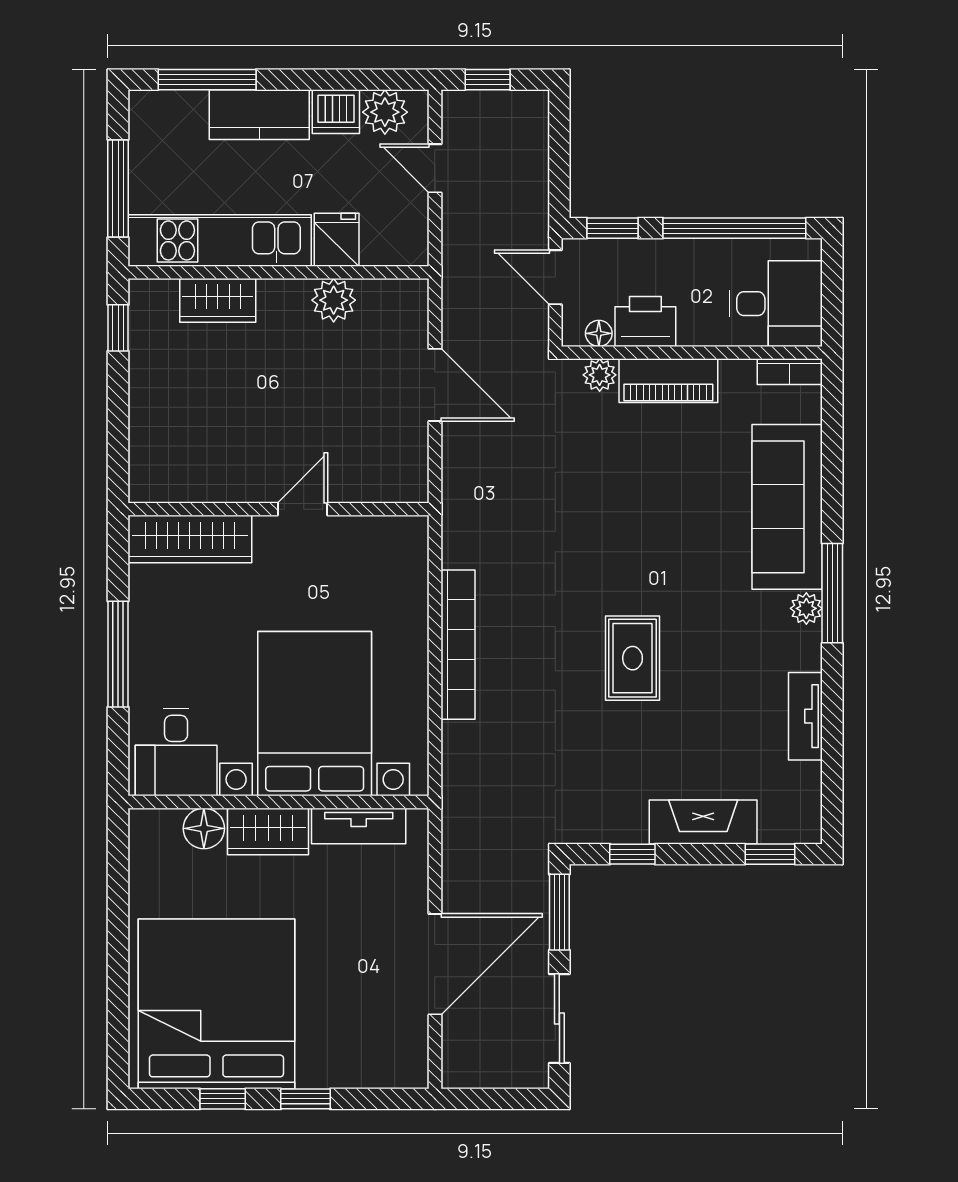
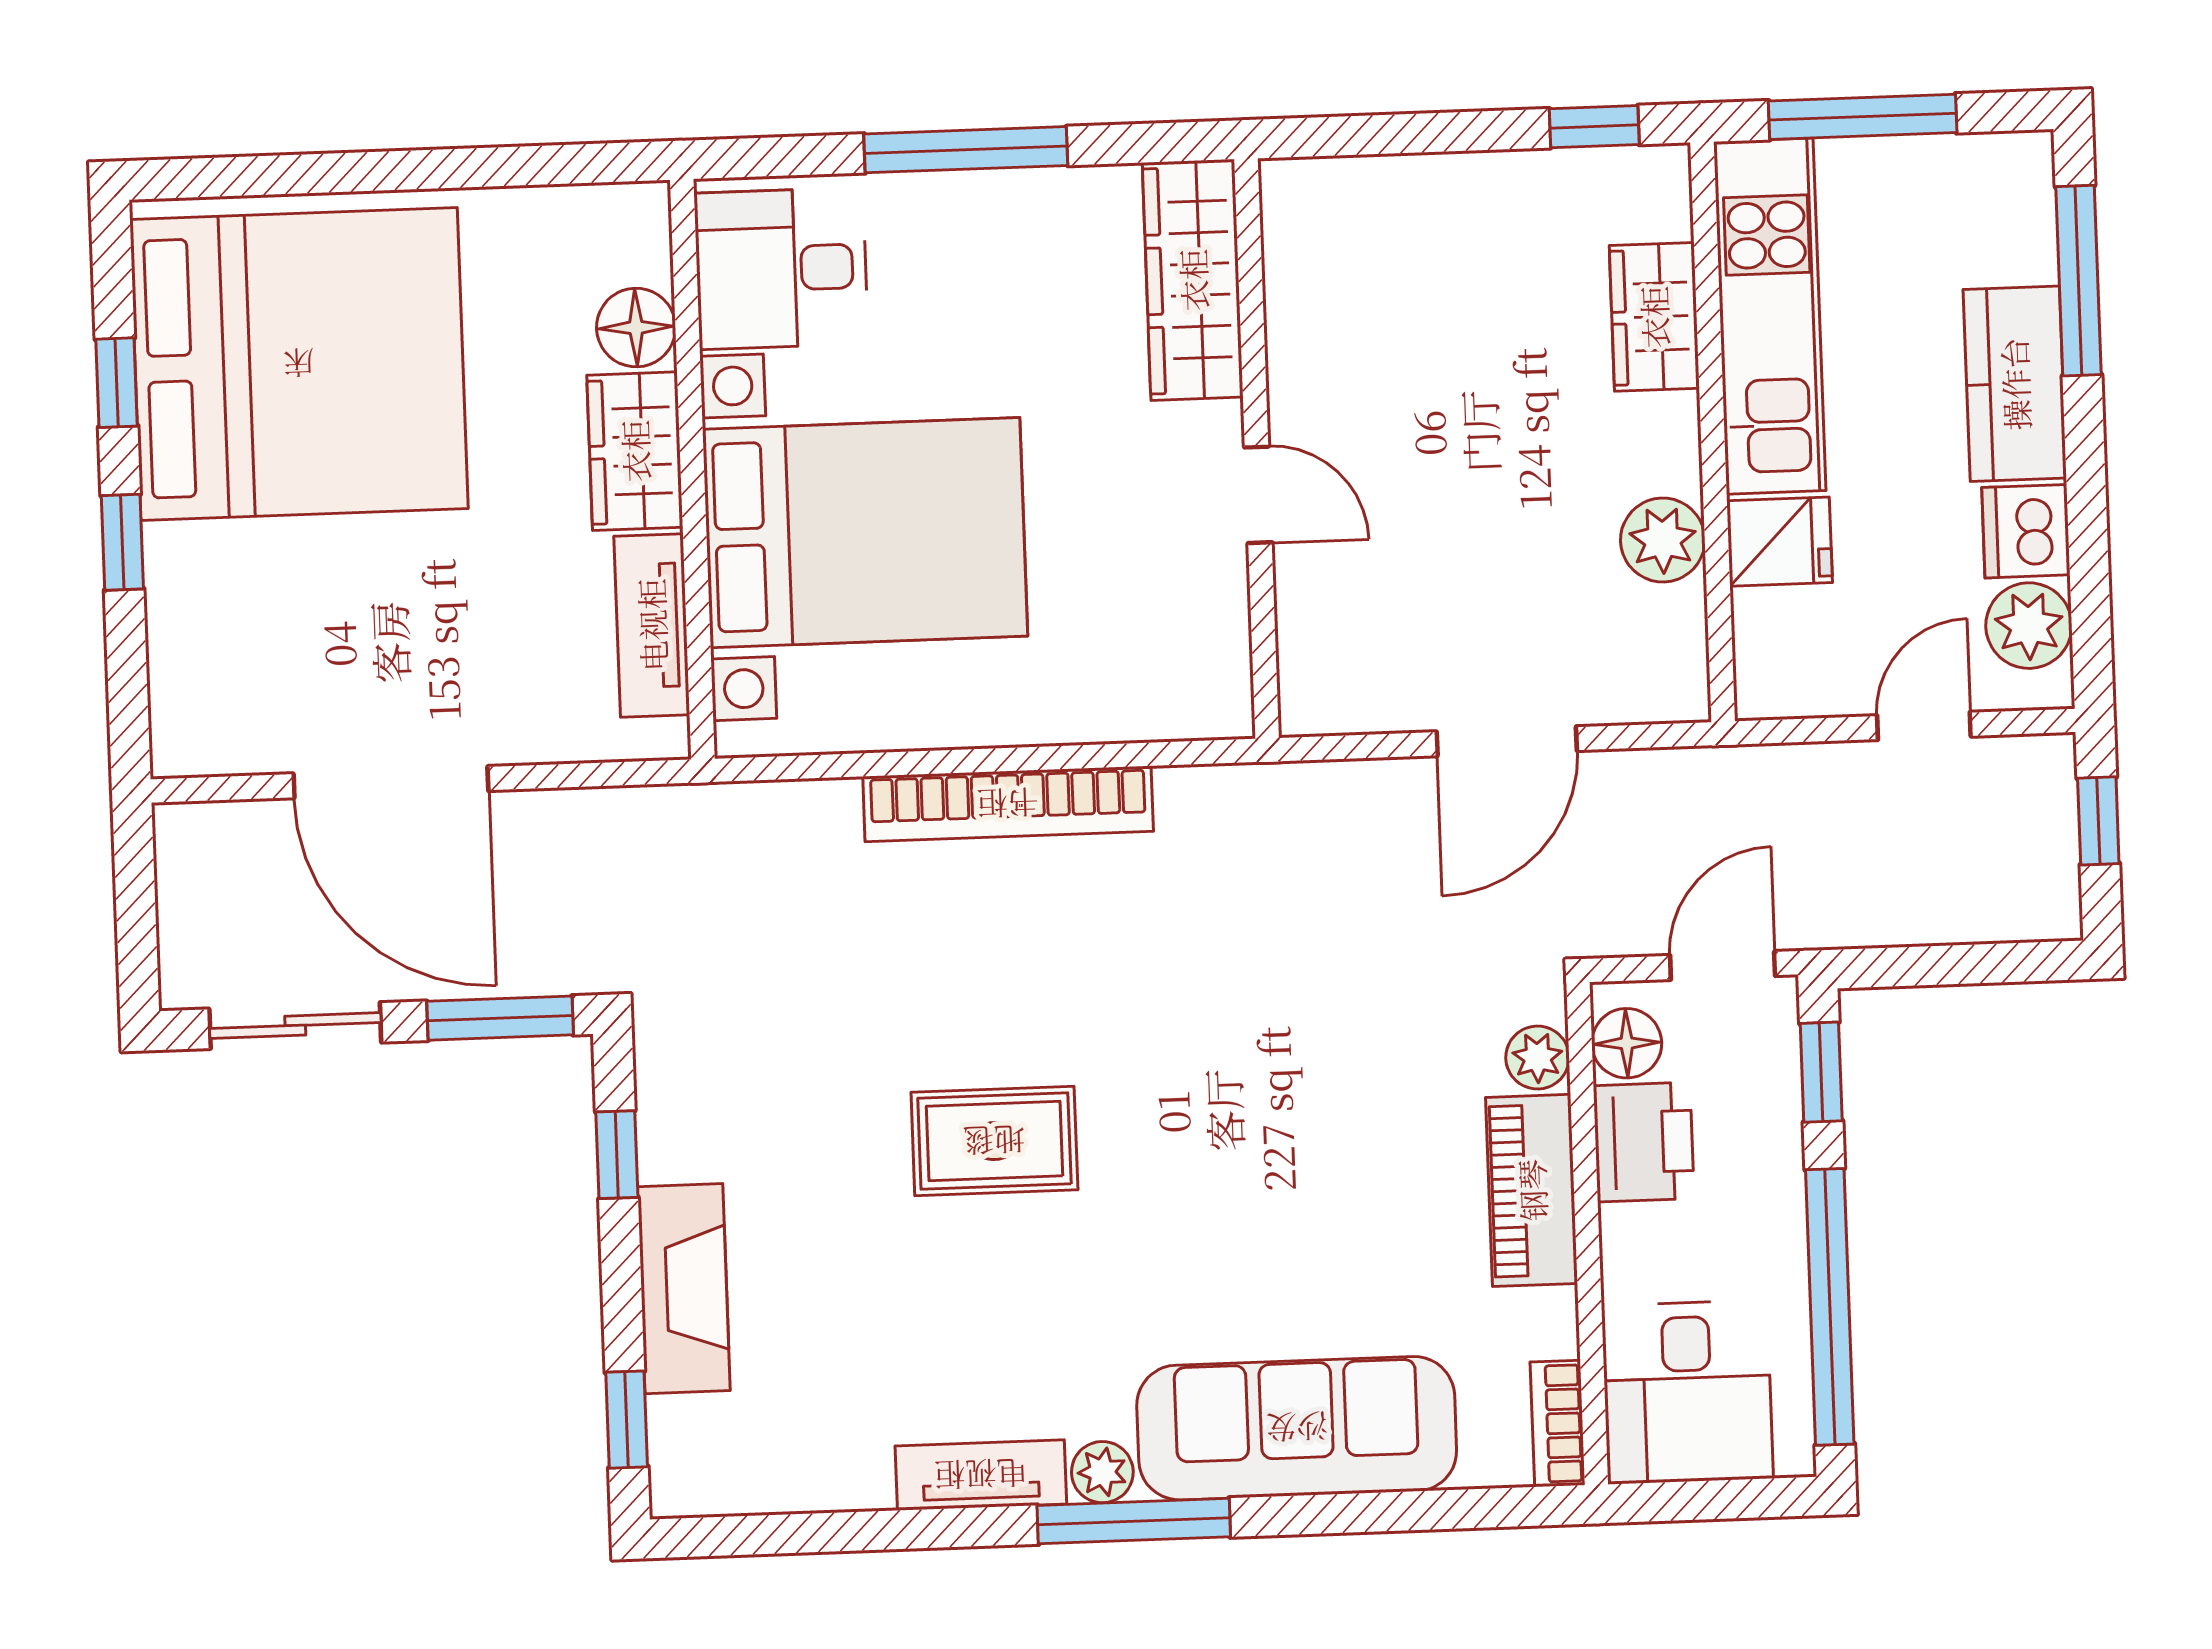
floor lamp: (599, 333) -> (1627, 1043), width x1.37, depth x1.37
tv unit: (805, 716) -> (981, 1475), moved

